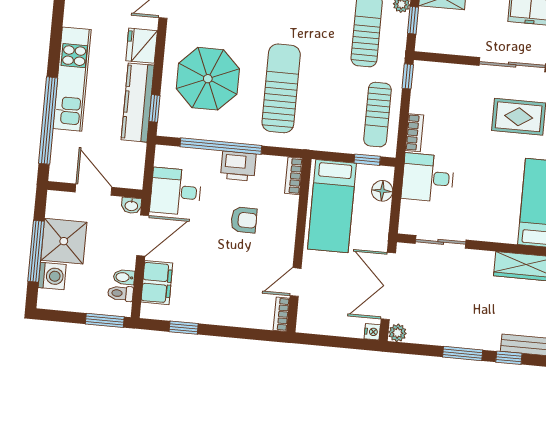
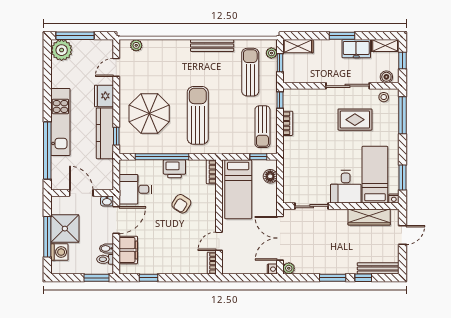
bookcase: (414, 133) -> (288, 123), moved
desk: (428, 178) -> (346, 187), moved, turned -90
armchair: (244, 220) -> (181, 204), turned 122

